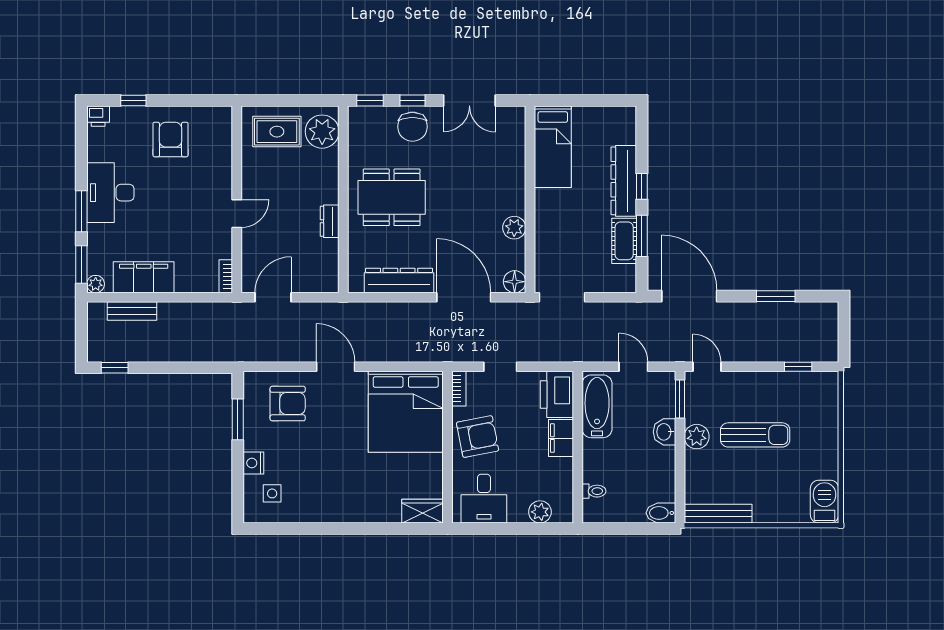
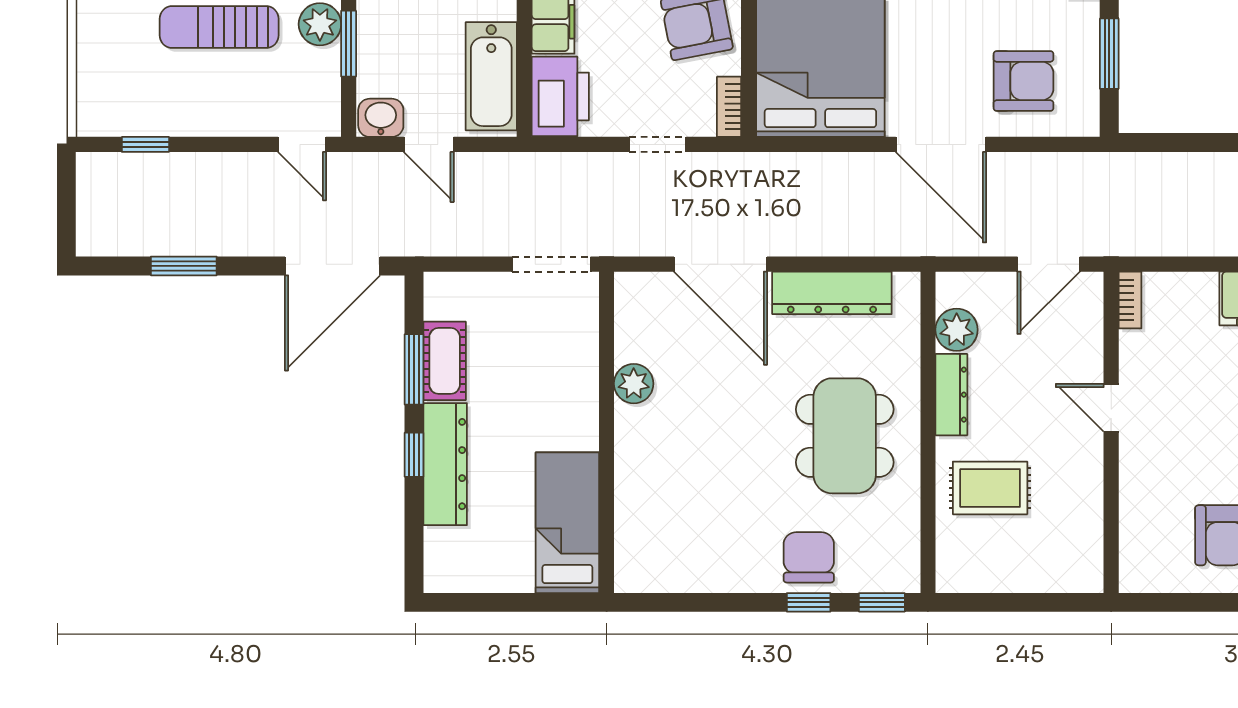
double door: (469, 101) -> (711, 602), removed
rug: (277, 132) -> (990, 488), moved
plant: (322, 132) -> (957, 330), moved, width x0.73, depth x0.73
dining table: (392, 197) -> (845, 436), turned 90
door: (237, 214) -> (1111, 408), hinge flipped
dresser: (330, 221) -> (951, 395), width x1.44
floor lamp: (515, 282) -> (633, 291), removed
door: (689, 296) -> (333, 266), hinge flipped
door: (336, 367) -> (941, 144), width x1.36
window: (680, 399) -> (349, 44), moved
armchair: (288, 404) -> (1024, 81), turned 180
washbasin: (664, 432) -> (381, 118), moved, turned -90

